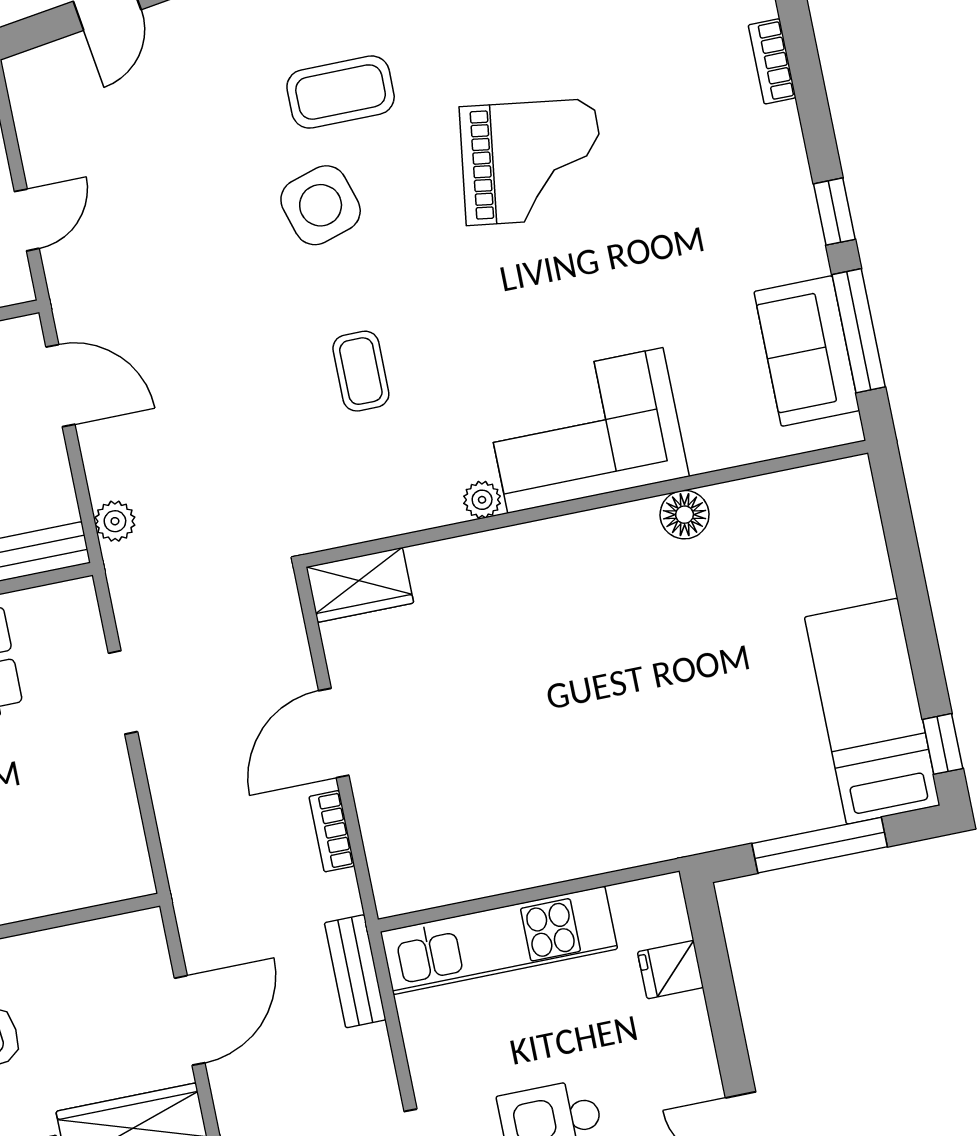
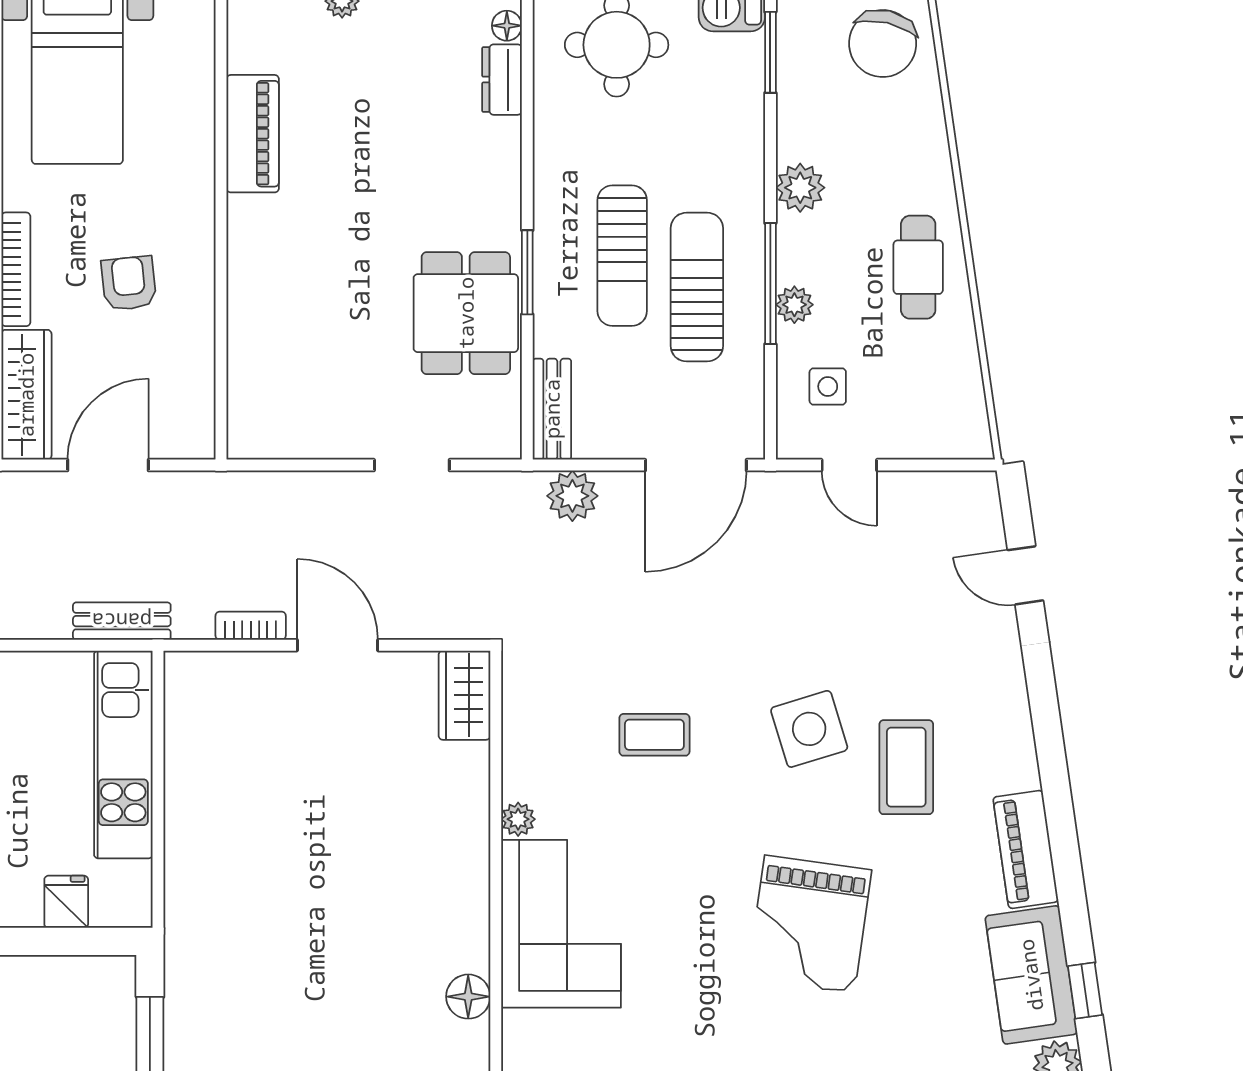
door: (60, 386) -> (696, 465), width x1.36
plant: (115, 521) -> (572, 496), width x1.38, depth x1.38
door: (190, 1020) -> (108, 465), swing flipped

